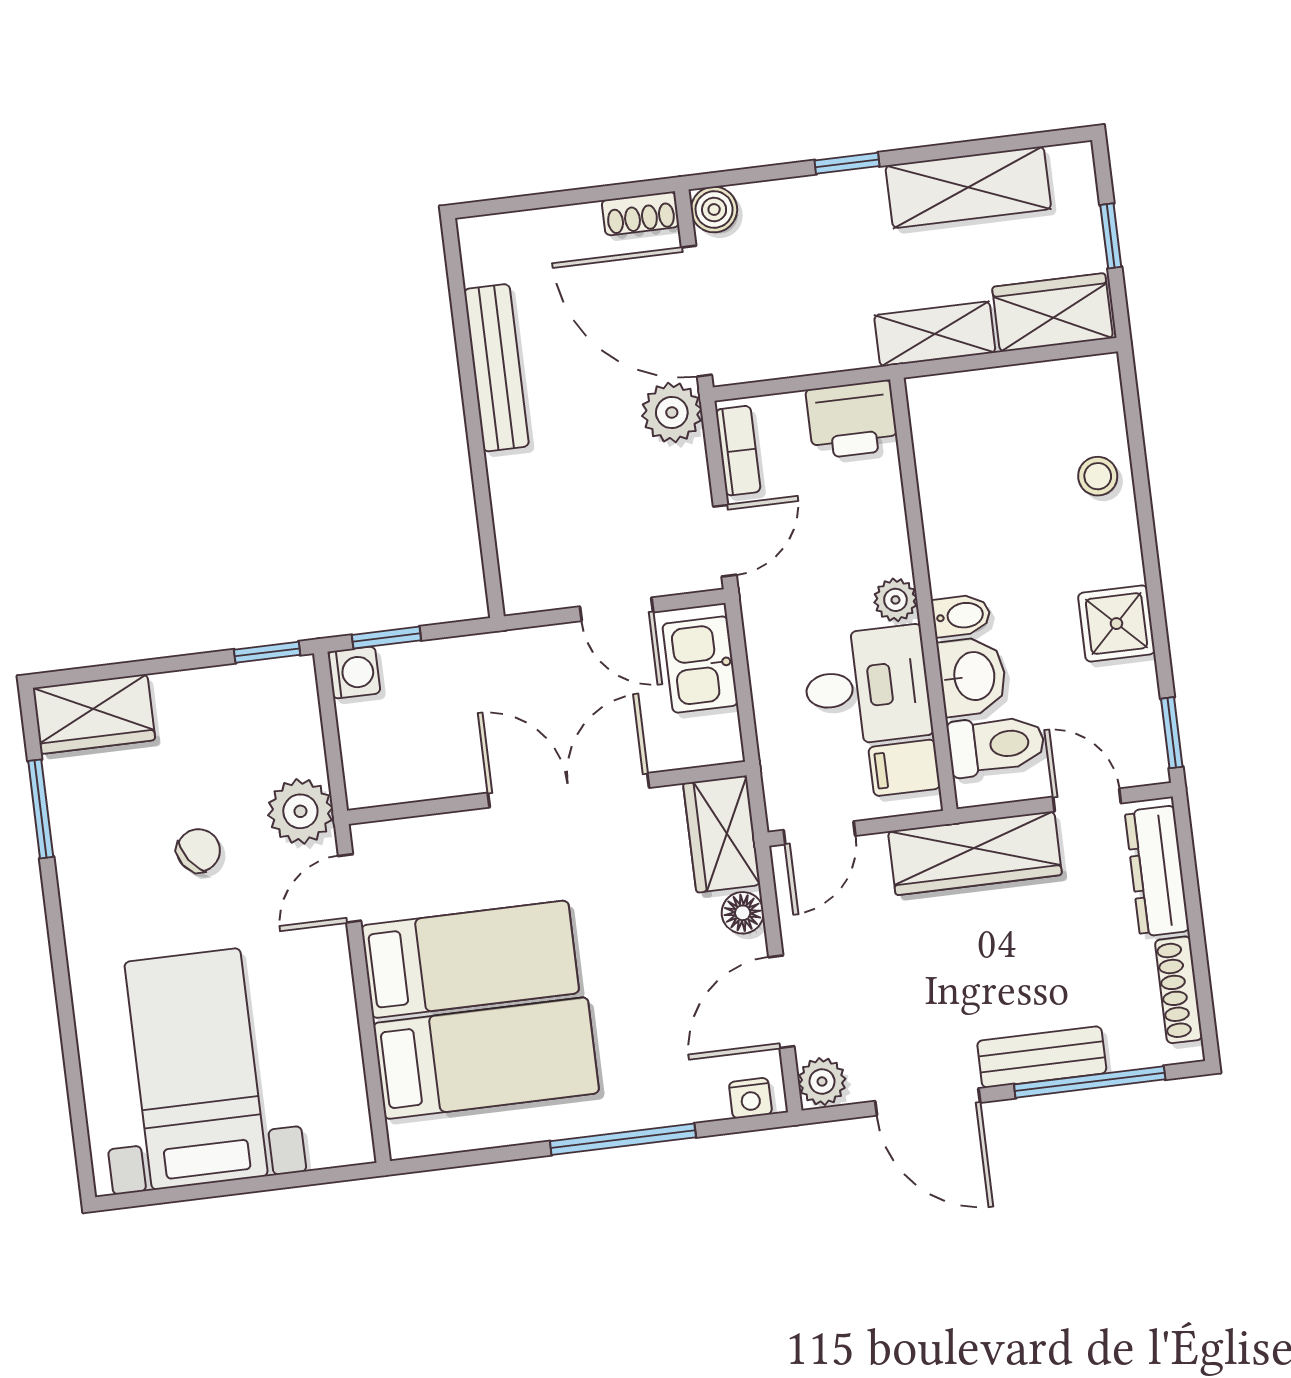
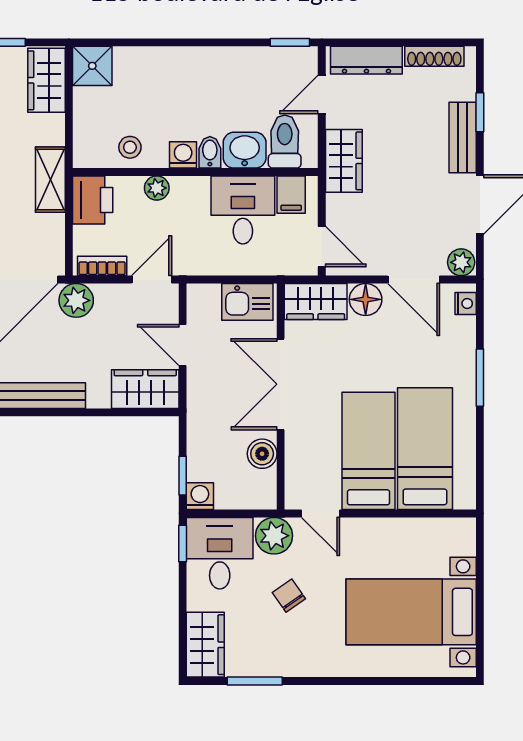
shelving: (935, 334) -> (50, 180), moved
stool: (1098, 476) -> (130, 147), moved
door: (725, 541) -> (152, 280), hinge flipped
wardrobe: (531, 553) -> (145, 389), added
washing machine: (951, 569) -> (183, 155), added
plant: (895, 600) -> (157, 188), moved
door: (616, 609) -> (183, 345), swing flipped
shower: (1116, 624) -> (92, 66), moved
kitchen sink: (700, 665) -> (247, 302), moved
desk: (258, 720) -> (220, 553), added
boiler: (442, 773) -> (262, 454), added
wardrobe: (975, 853) -> (344, 161), width x0.67
floor lamp: (743, 913) -> (366, 299), width x1.37, depth x1.37
window: (1090, 1082) -> (480, 112), width x0.46
window: (623, 1139) -> (480, 378), width x0.69

